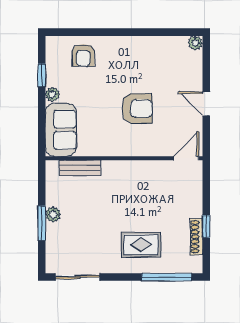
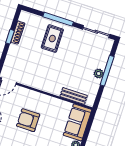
window: (42, 223) -> (107, 71), width x1.44
rug: (141, 245) -> (52, 39), turned 90
window: (167, 277) -> (58, 19), moved

